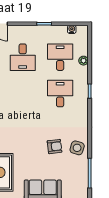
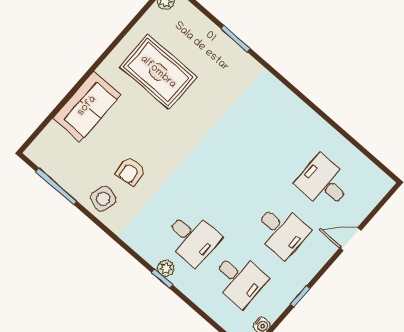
desk: (23, 57) -> (281, 231), turned 180
plant: (84, 61) -> (166, 268), moved

